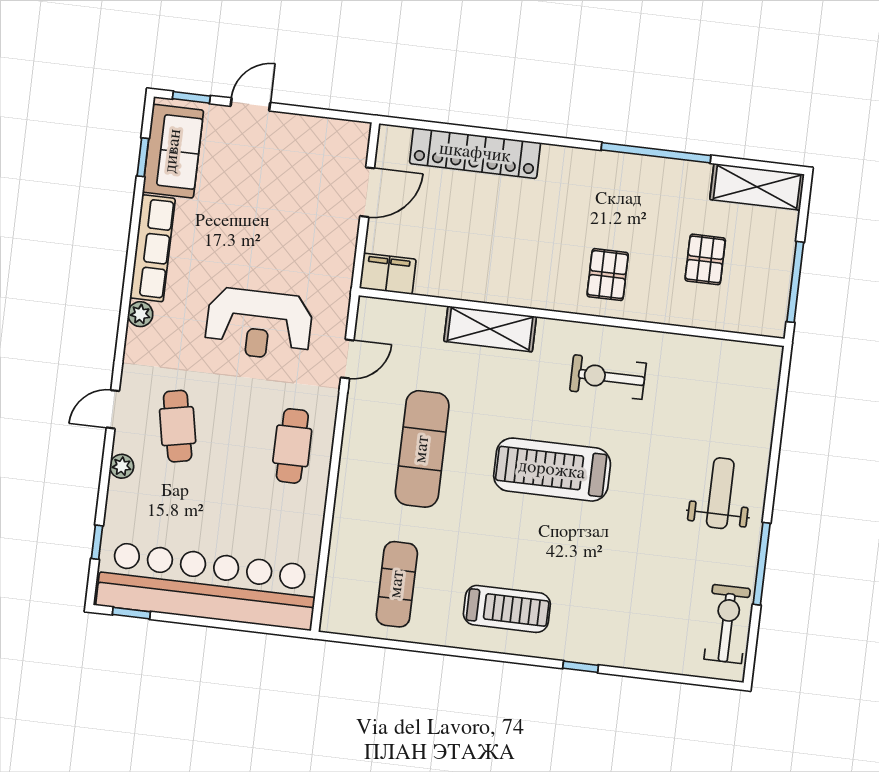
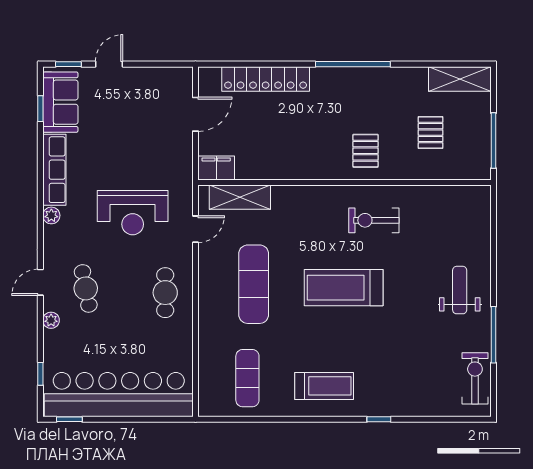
window: (656, 153) -> (353, 64), moved
shelving: (490, 329) -> (240, 197), moved

